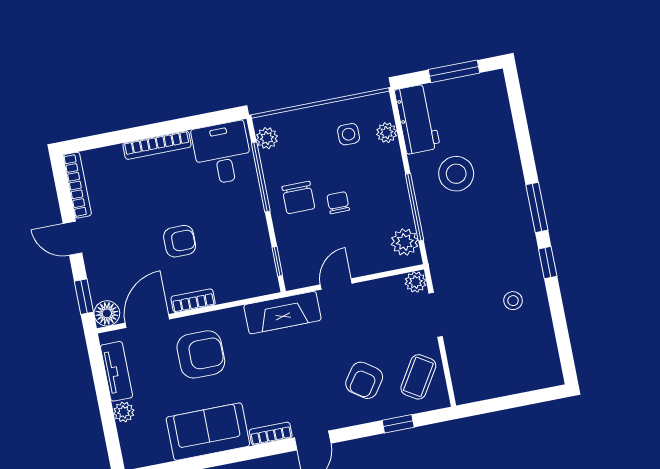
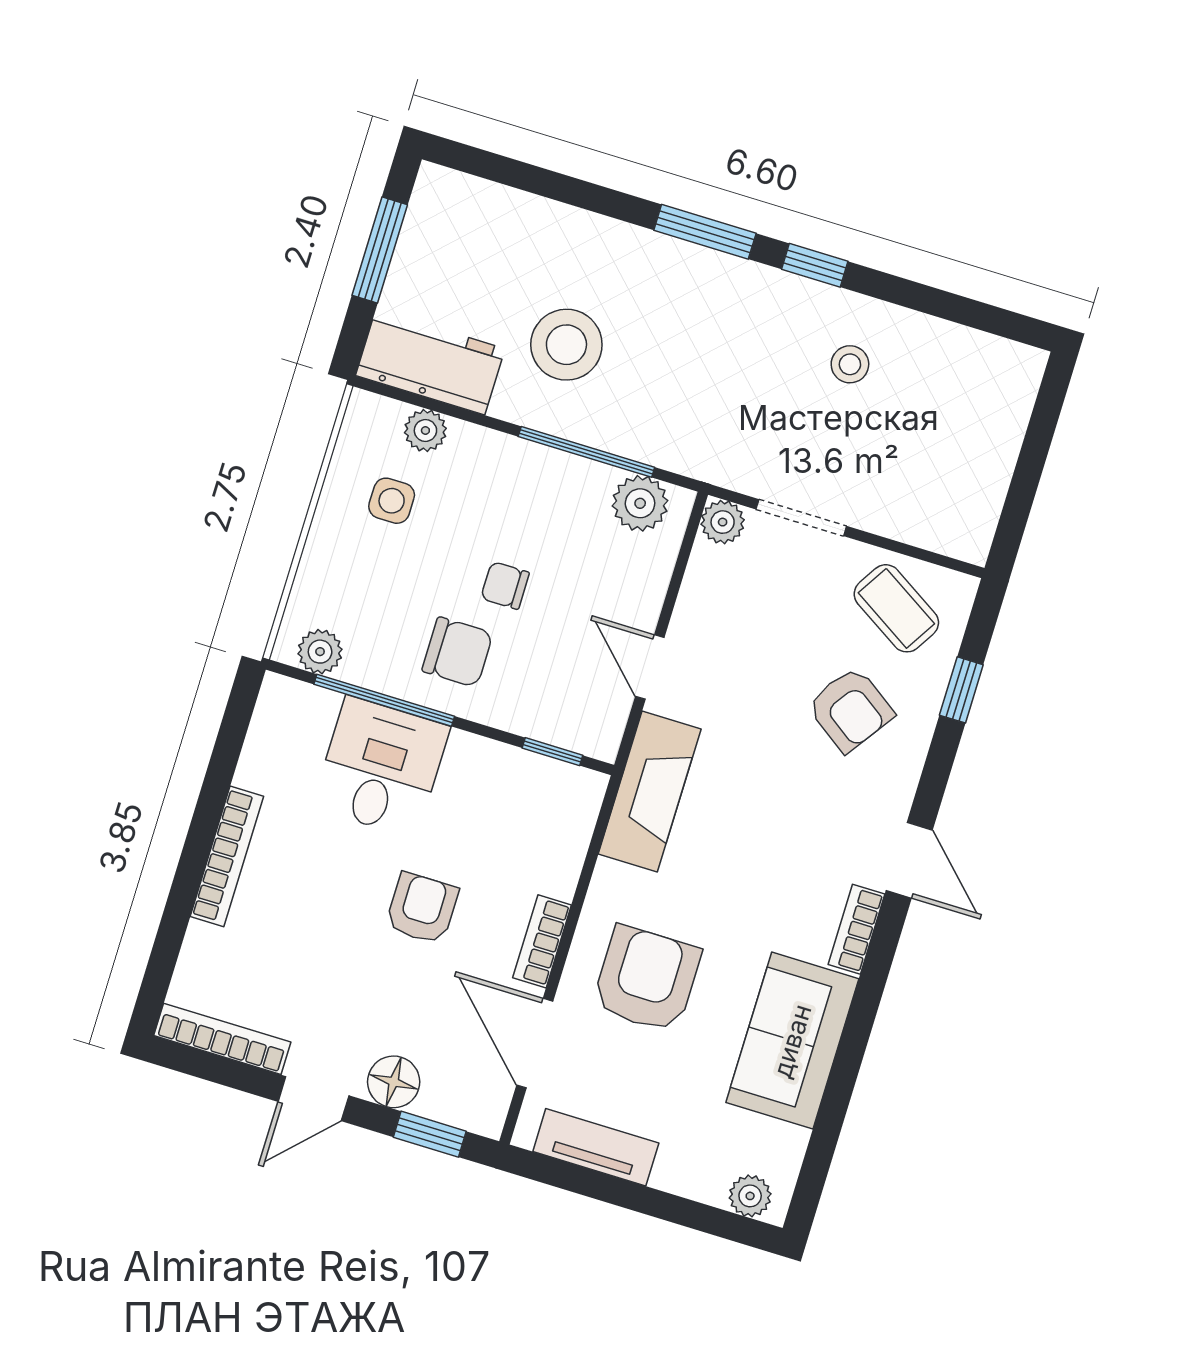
desk: (222, 153) -> (381, 767), moved, turned 90
floor lamp: (107, 313) -> (394, 1082), moved
plant: (124, 412) -> (750, 1196), moved

